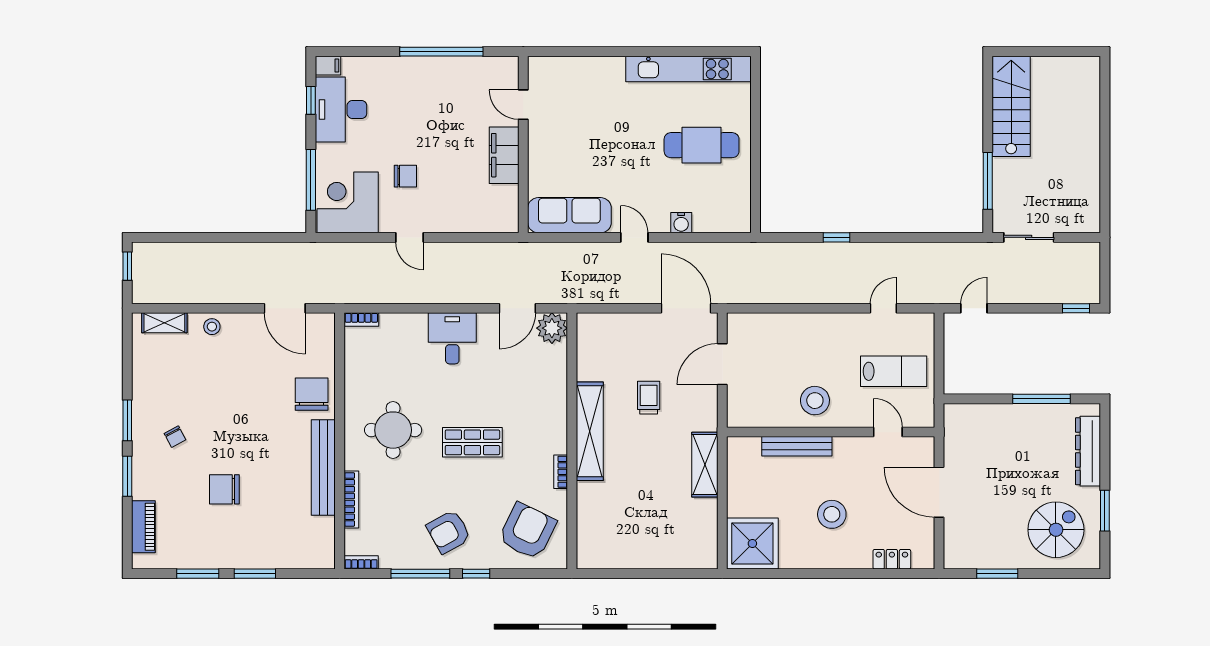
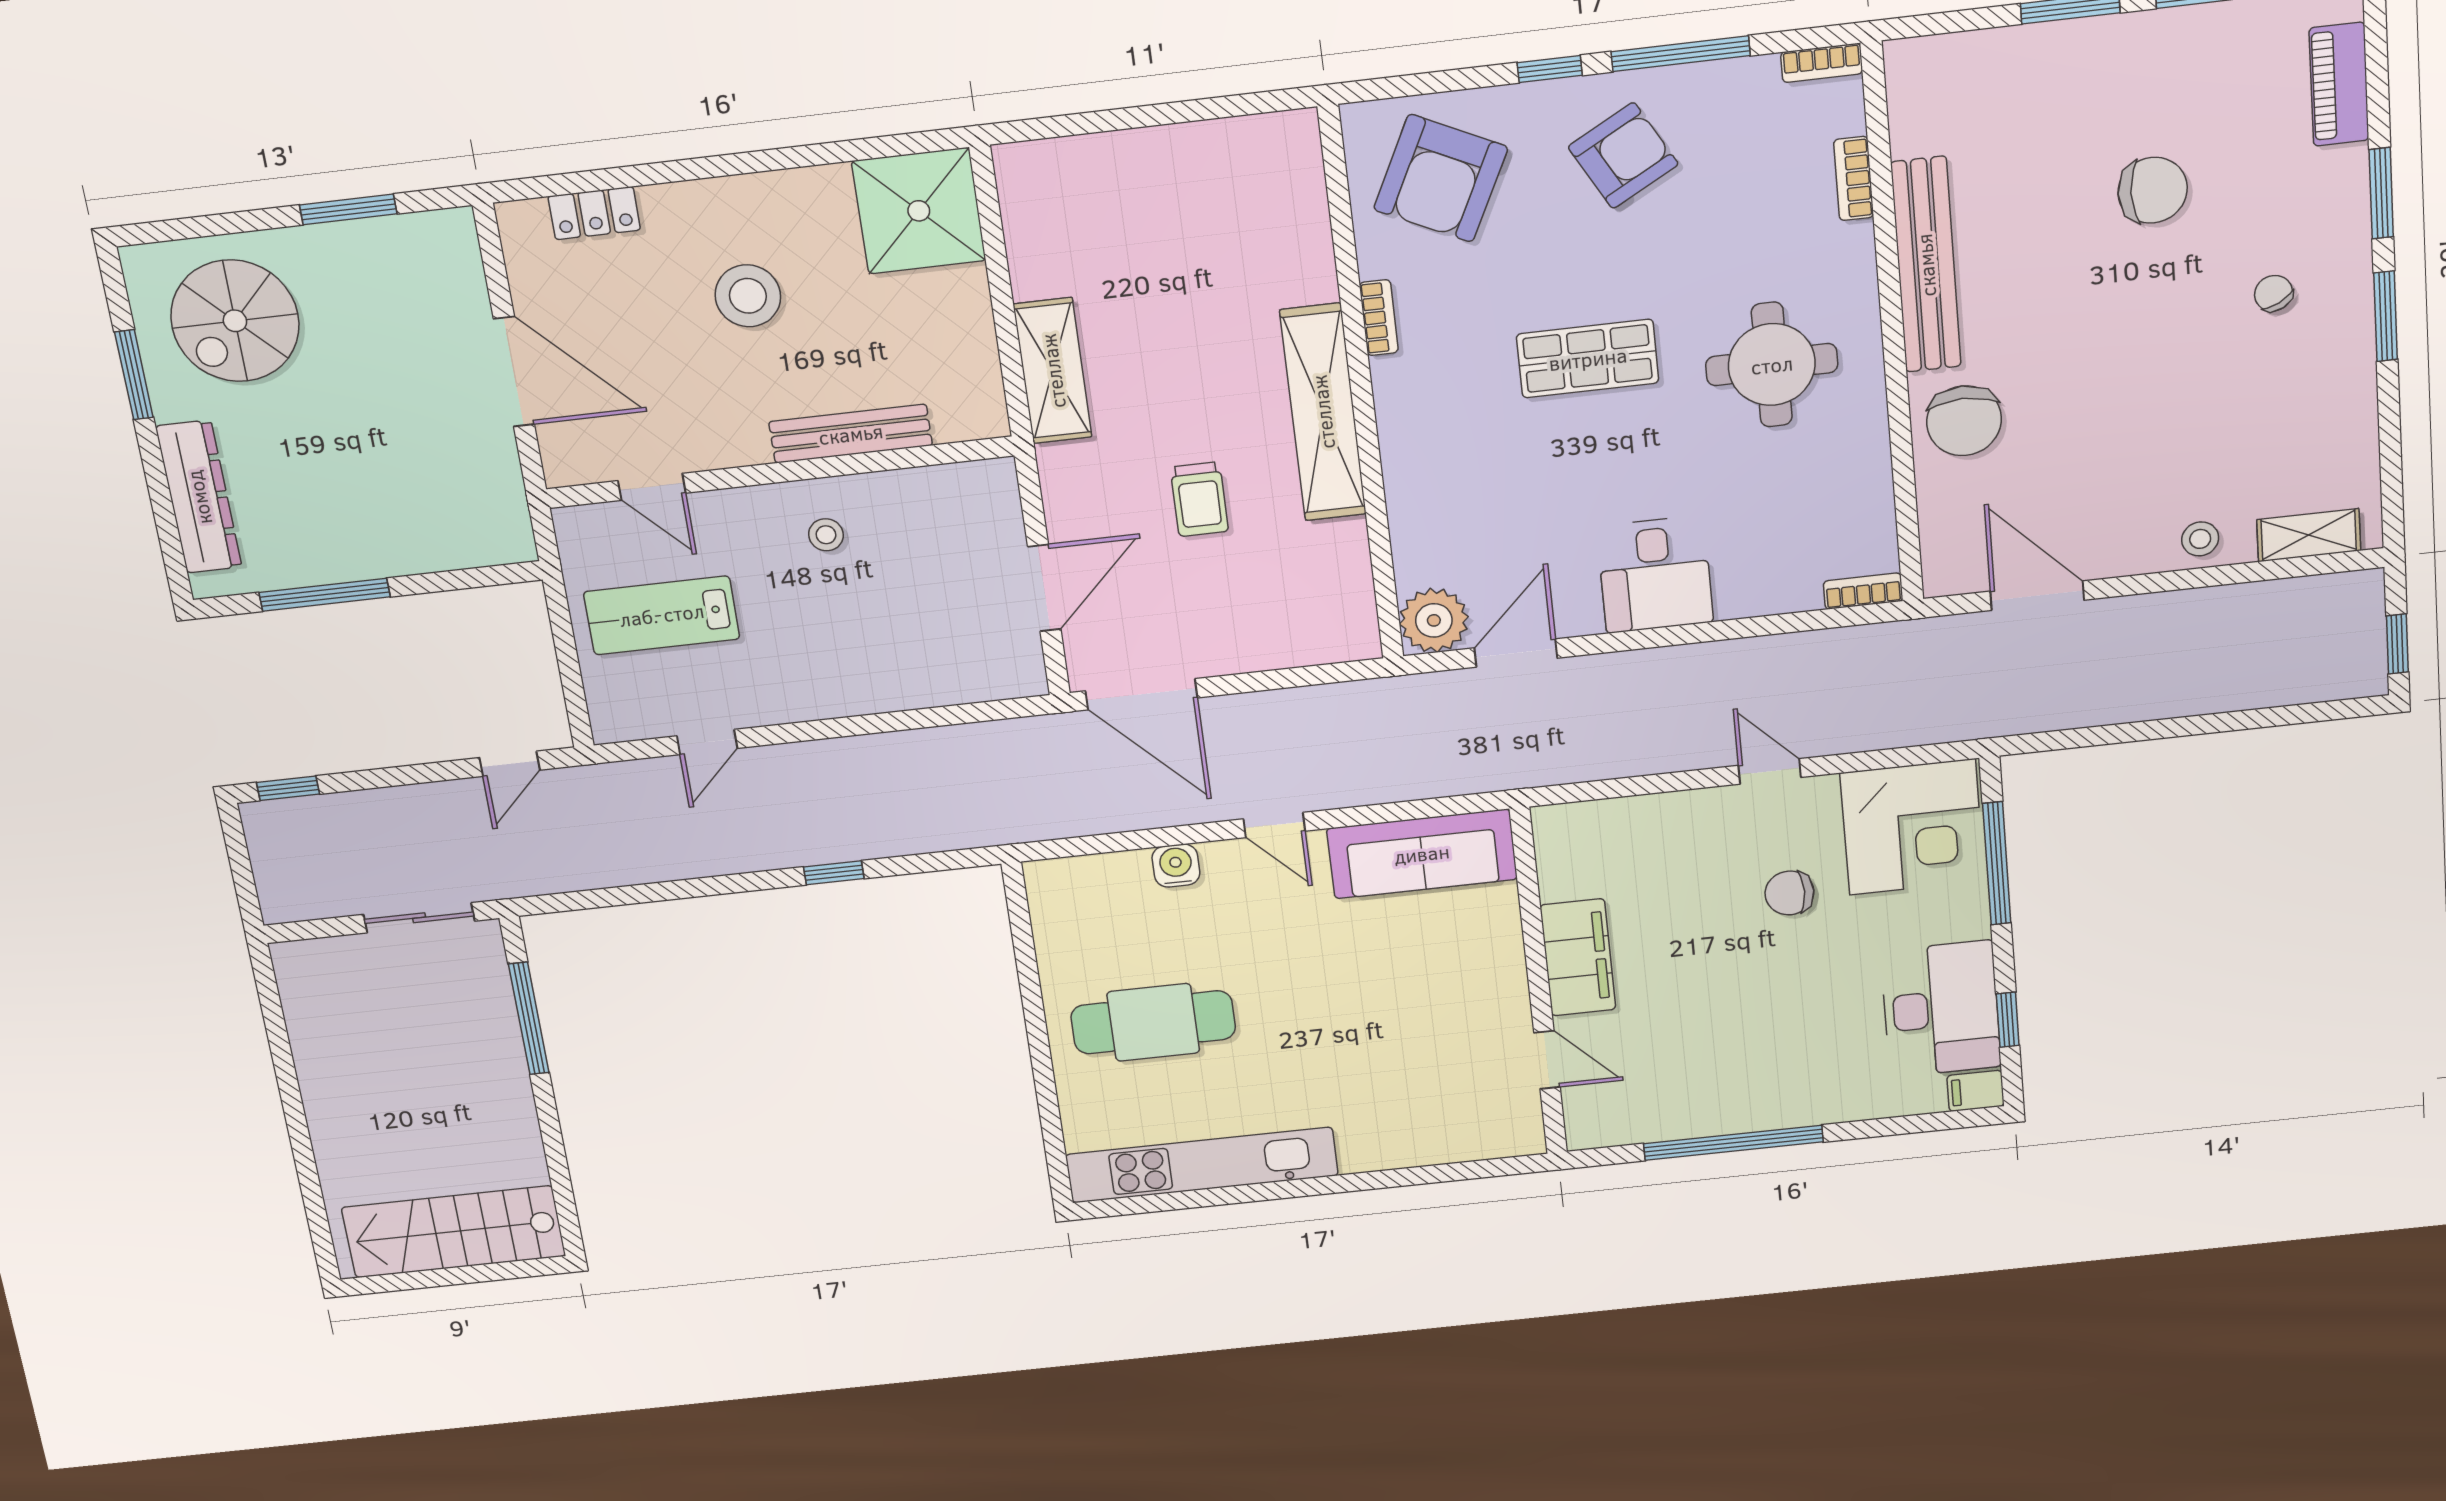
stairs: (1011, 106) -> (454, 1232), moved, turned 90
stool: (815, 401) -> (826, 535), width x0.53, depth x0.53
bookcase: (351, 500) -> (1854, 179), width x0.64

